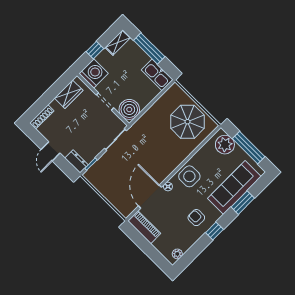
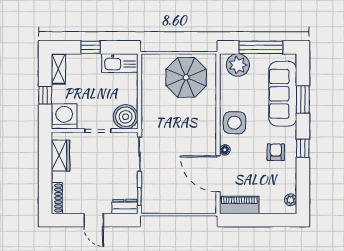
window: (149, 49) -> (91, 47), width x0.46
armchair: (196, 218) -> (276, 152), turned 90

